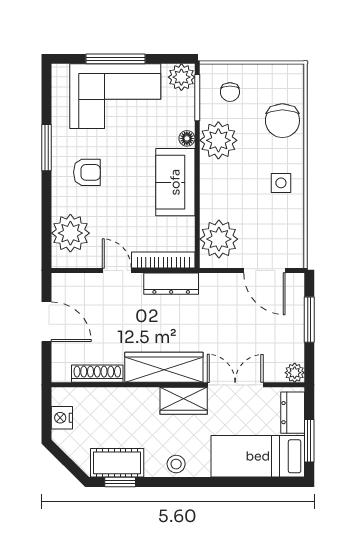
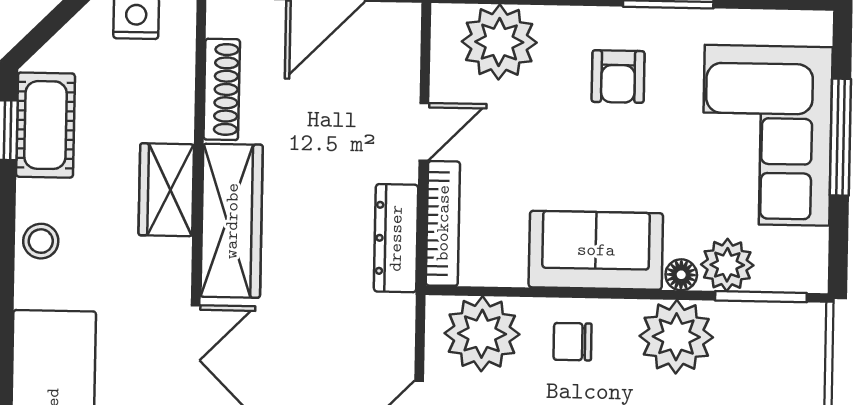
plant: (181, 77) -> (727, 265), moved
chair: (230, 92) -> (573, 342), moved
wardrobe: (184, 401) -> (166, 190), moved

